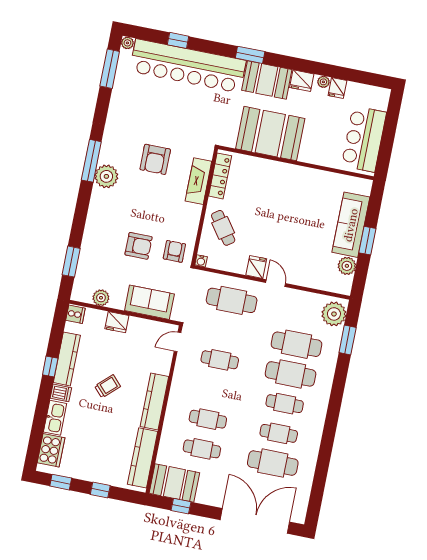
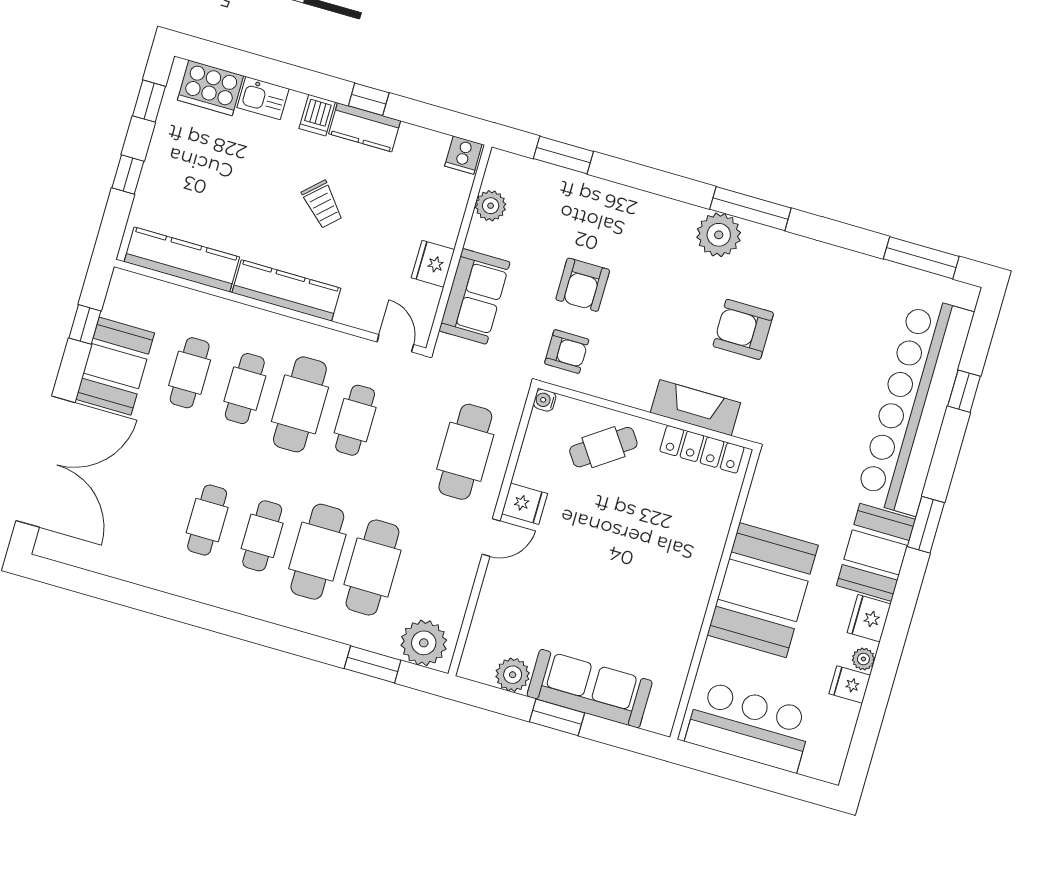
plant: (127, 43) -> (967, 295), removed
booth: (270, 134) -> (763, 590), moved
fridge: (117, 322) -> (433, 264), moved
kitchen counter: (67, 359) -> (365, 127), width x0.67
kitchen sink: (55, 418) -> (263, 98), width x0.73
cafe table: (273, 463) -> (300, 404), moved
booth: (174, 483) -> (115, 366), moved

